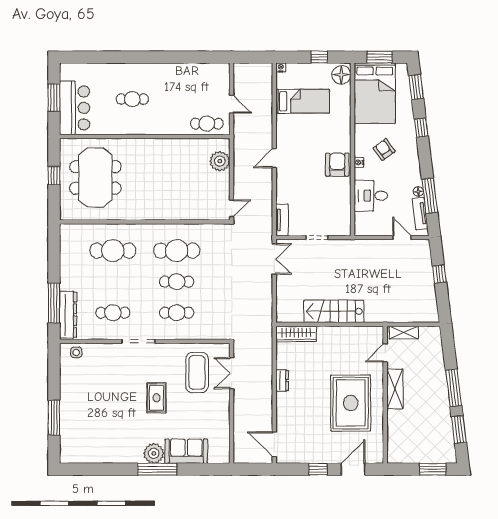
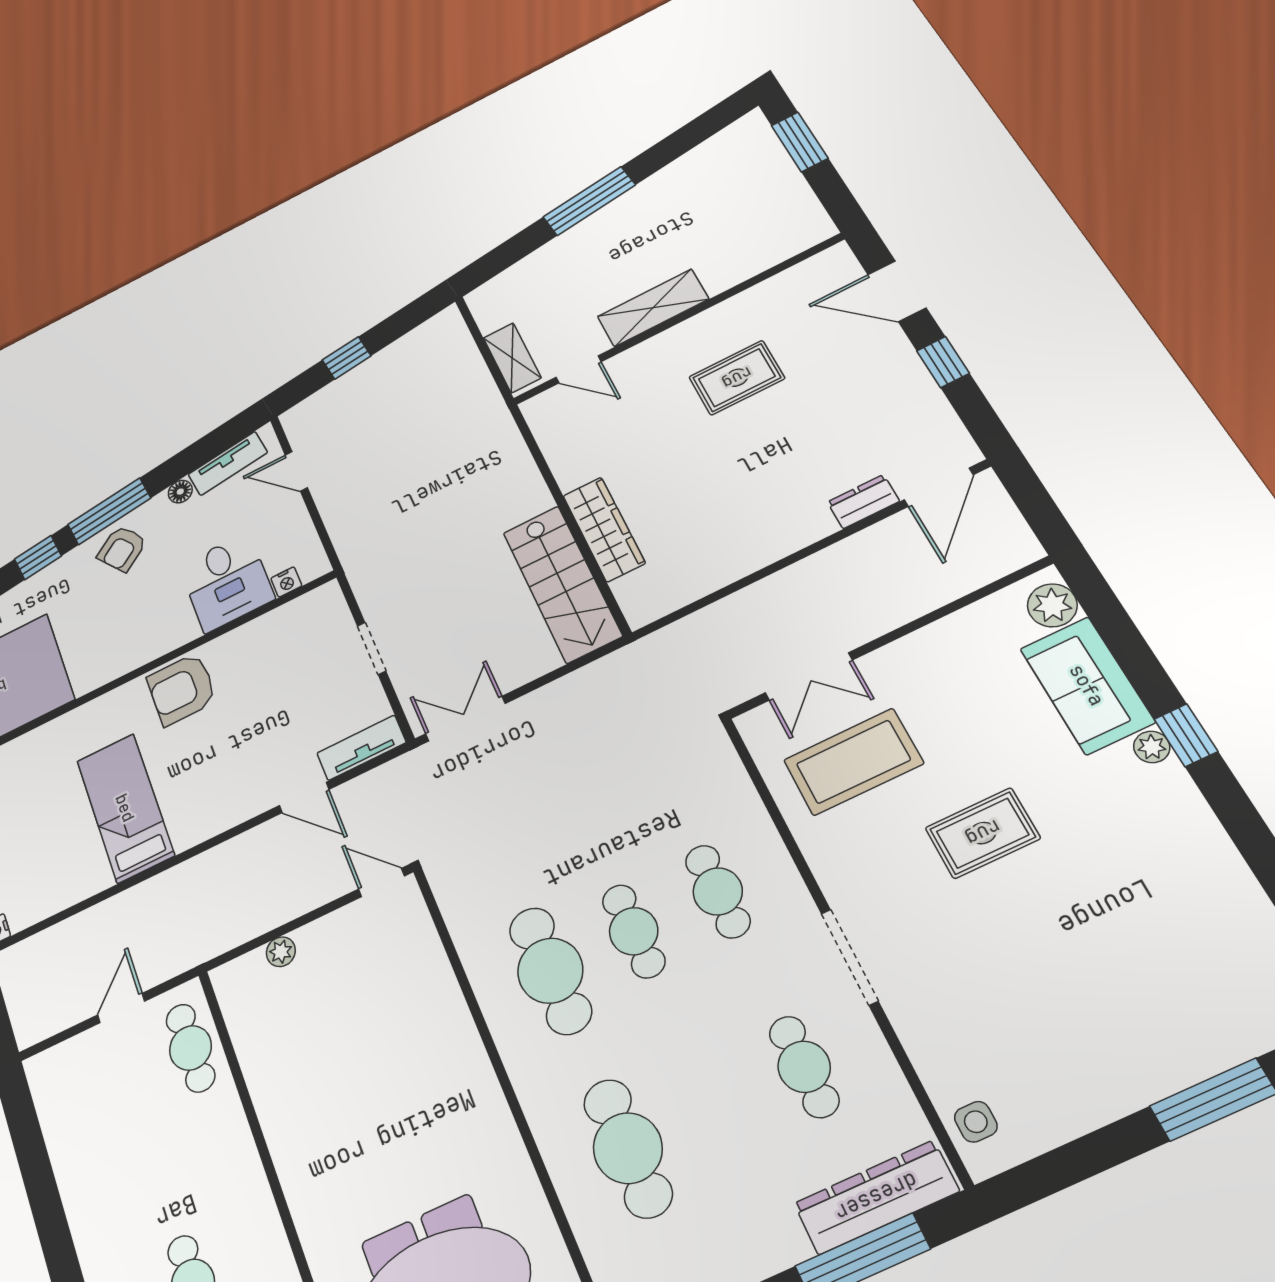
bed: (303, 101) -> (125, 808), moved
armchair: (384, 150) -> (122, 549), moved
door: (274, 158) -> (304, 798), moved
plant: (220, 161) -> (281, 952), width x0.53, depth x0.53
nightstand: (359, 162) -> (286, 582), moved
window: (430, 196) -> (109, 511), moved
door: (402, 238) -> (296, 471), hinge flipped
stairs: (334, 311) -> (562, 584), moved
wardrobe: (296, 334) -> (604, 529), moved
dresser: (282, 381) -> (863, 502), moved
rug: (351, 403) -> (737, 378), width x0.54, depth x0.49
window: (459, 429) -> (679, 143), removed
plant: (154, 453) -> (1152, 747), width x0.53, depth x0.53
plant: (217, 456) -> (1052, 605), added
window: (157, 469) -> (1186, 735), width x0.46

